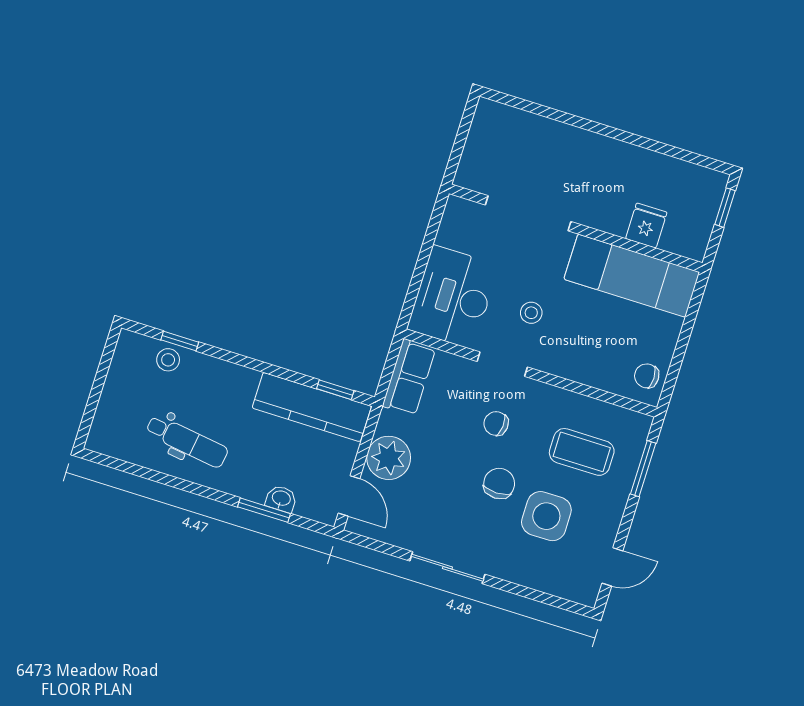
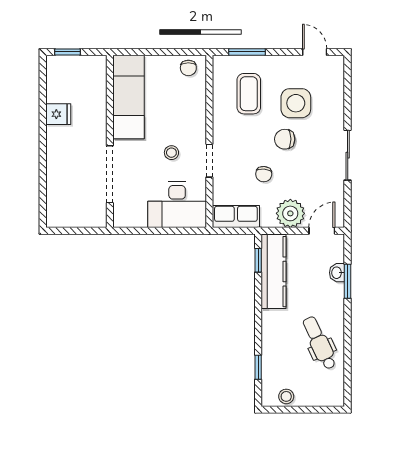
fridge: (646, 226) -> (58, 114), moved, turned 180
stool: (168, 360) -> (286, 396), moved
chair: (496, 424) -> (264, 174), moved
dental chair: (187, 441) -> (319, 343), turned -33

